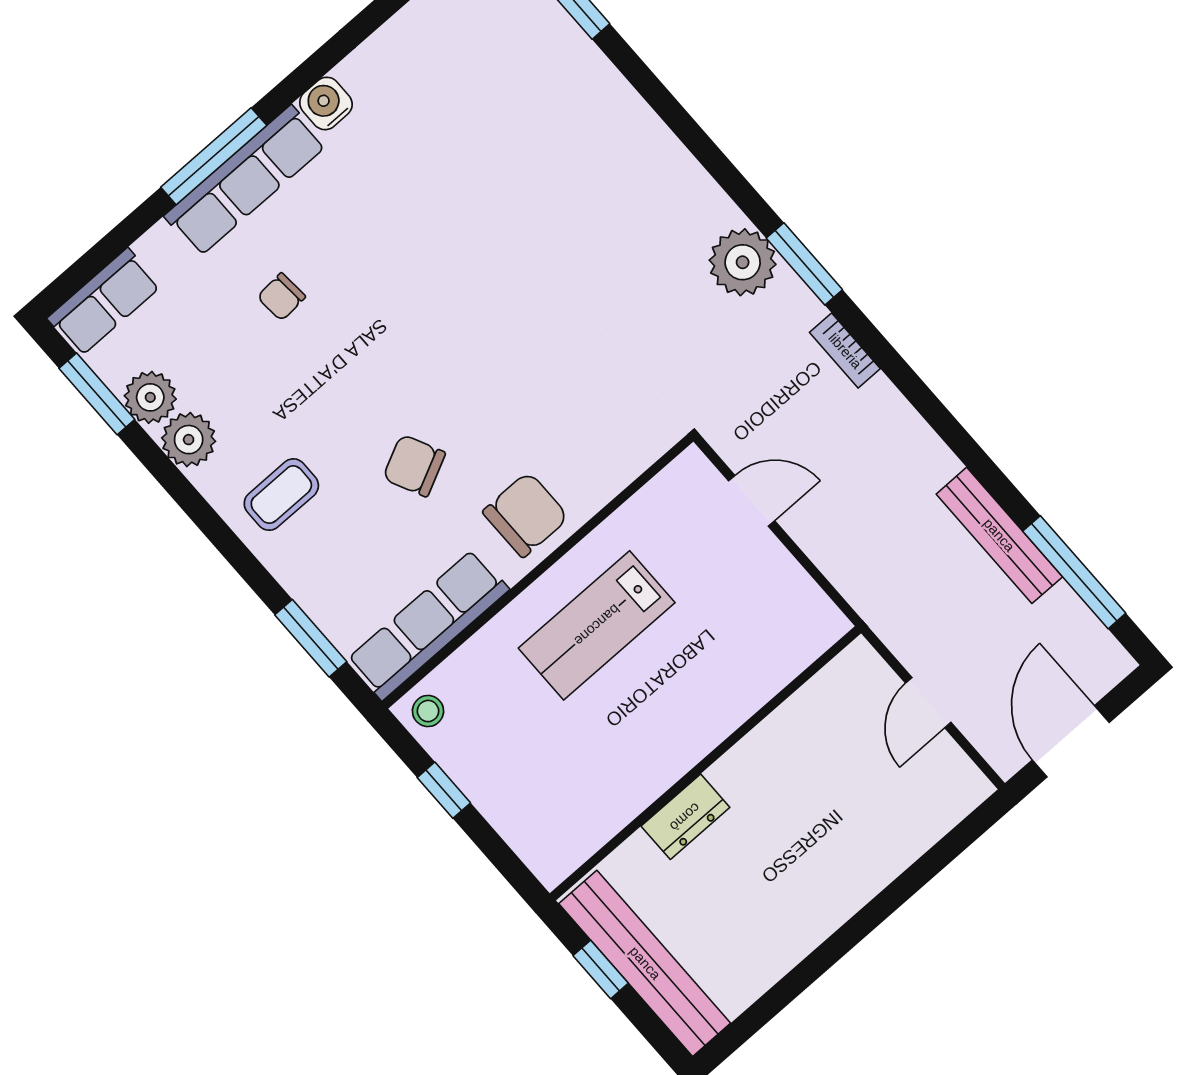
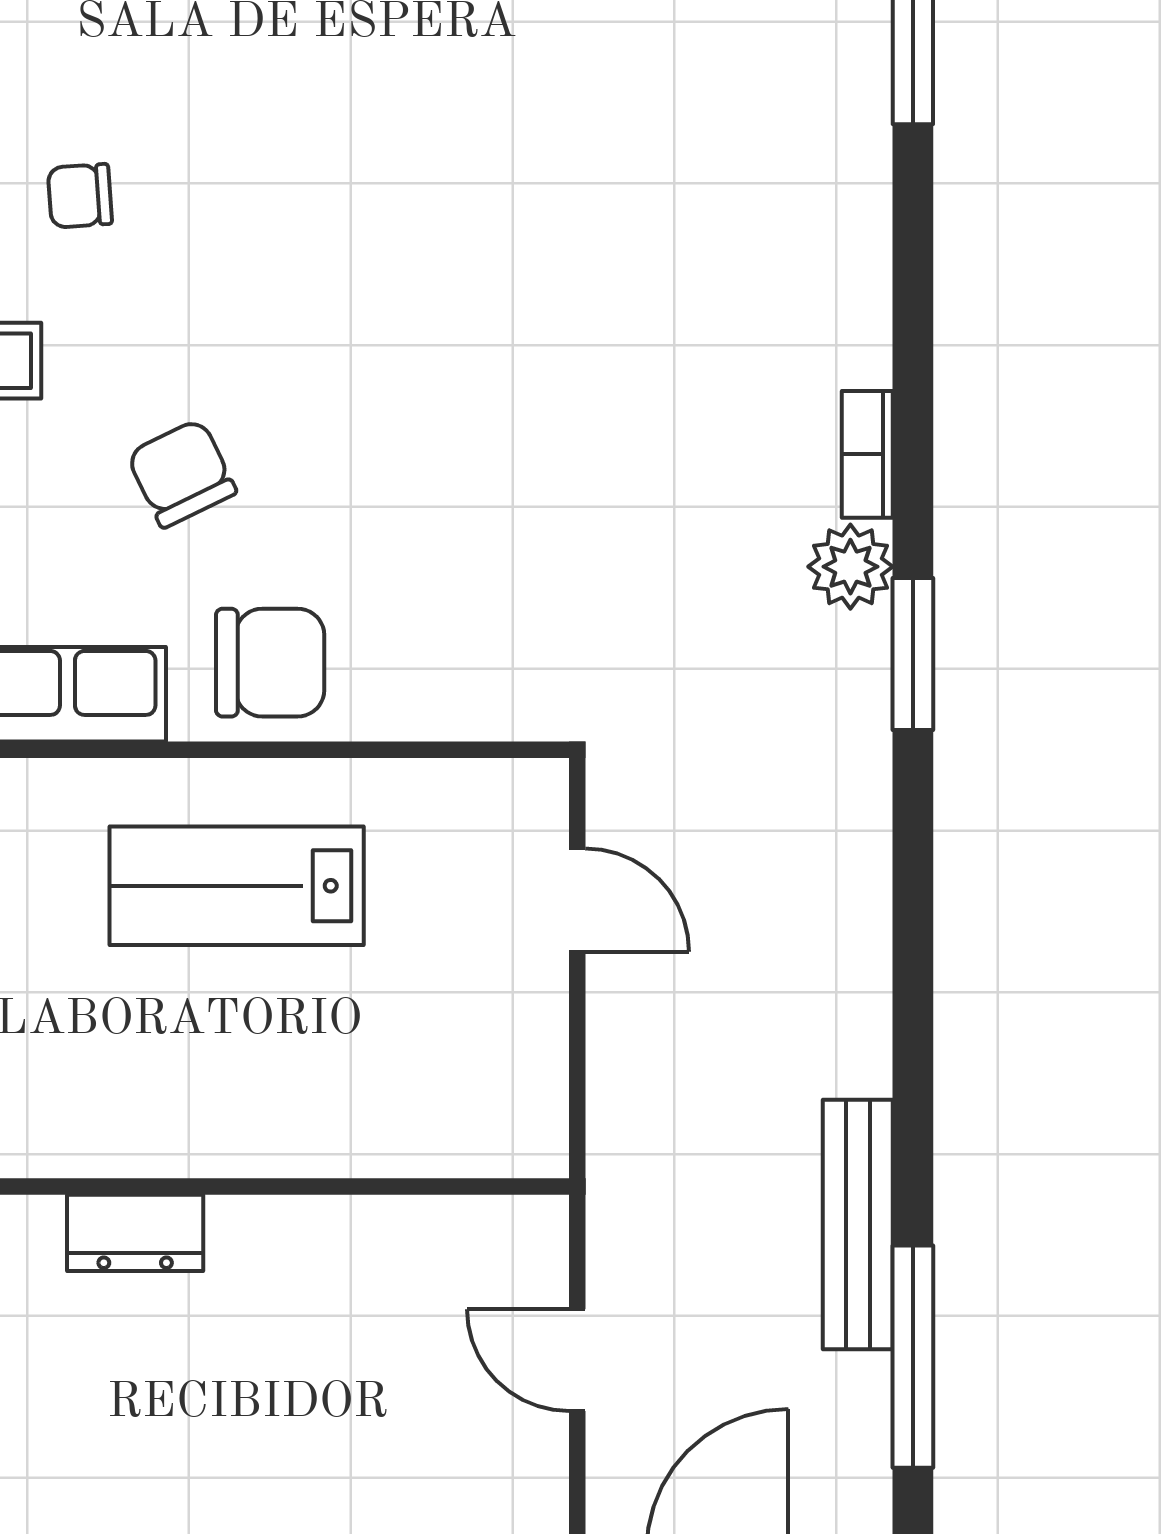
plant: (743, 262) -> (850, 567), width x0.73, depth x0.73
chair: (281, 297) -> (80, 196), moved
bookcase: (845, 351) -> (867, 454), moved
door: (928, 703) -> (577, 1360), hinge flipped

